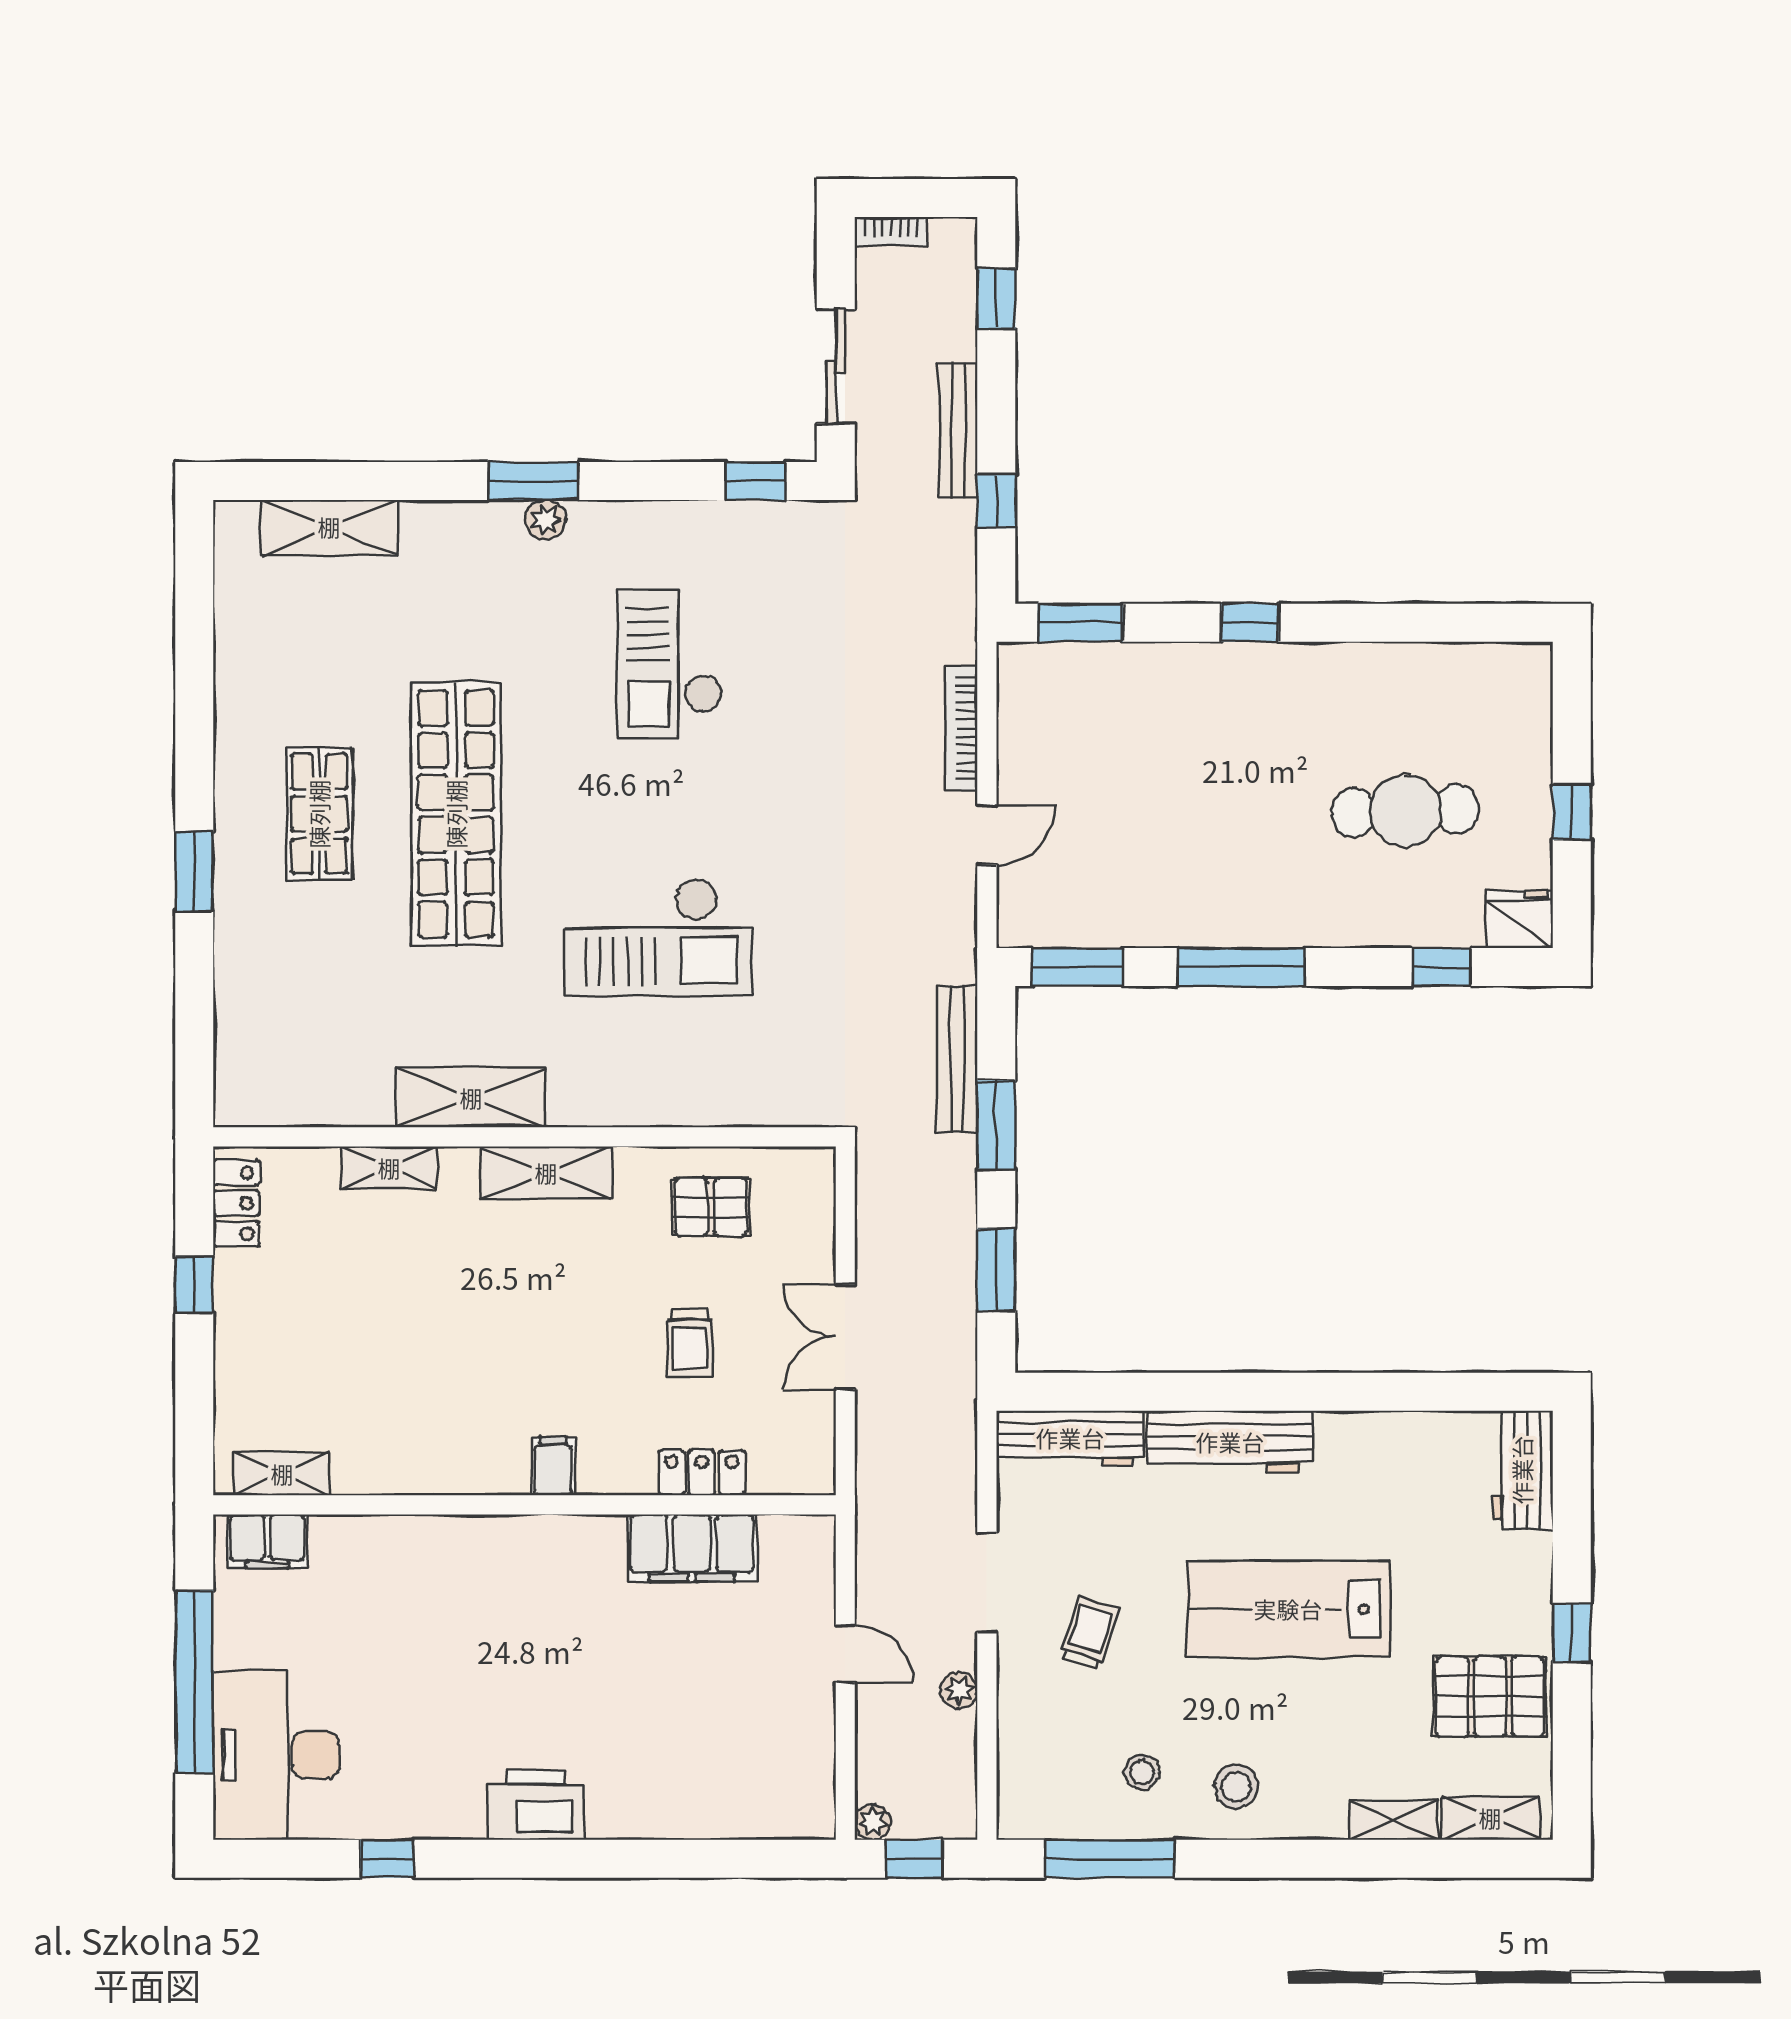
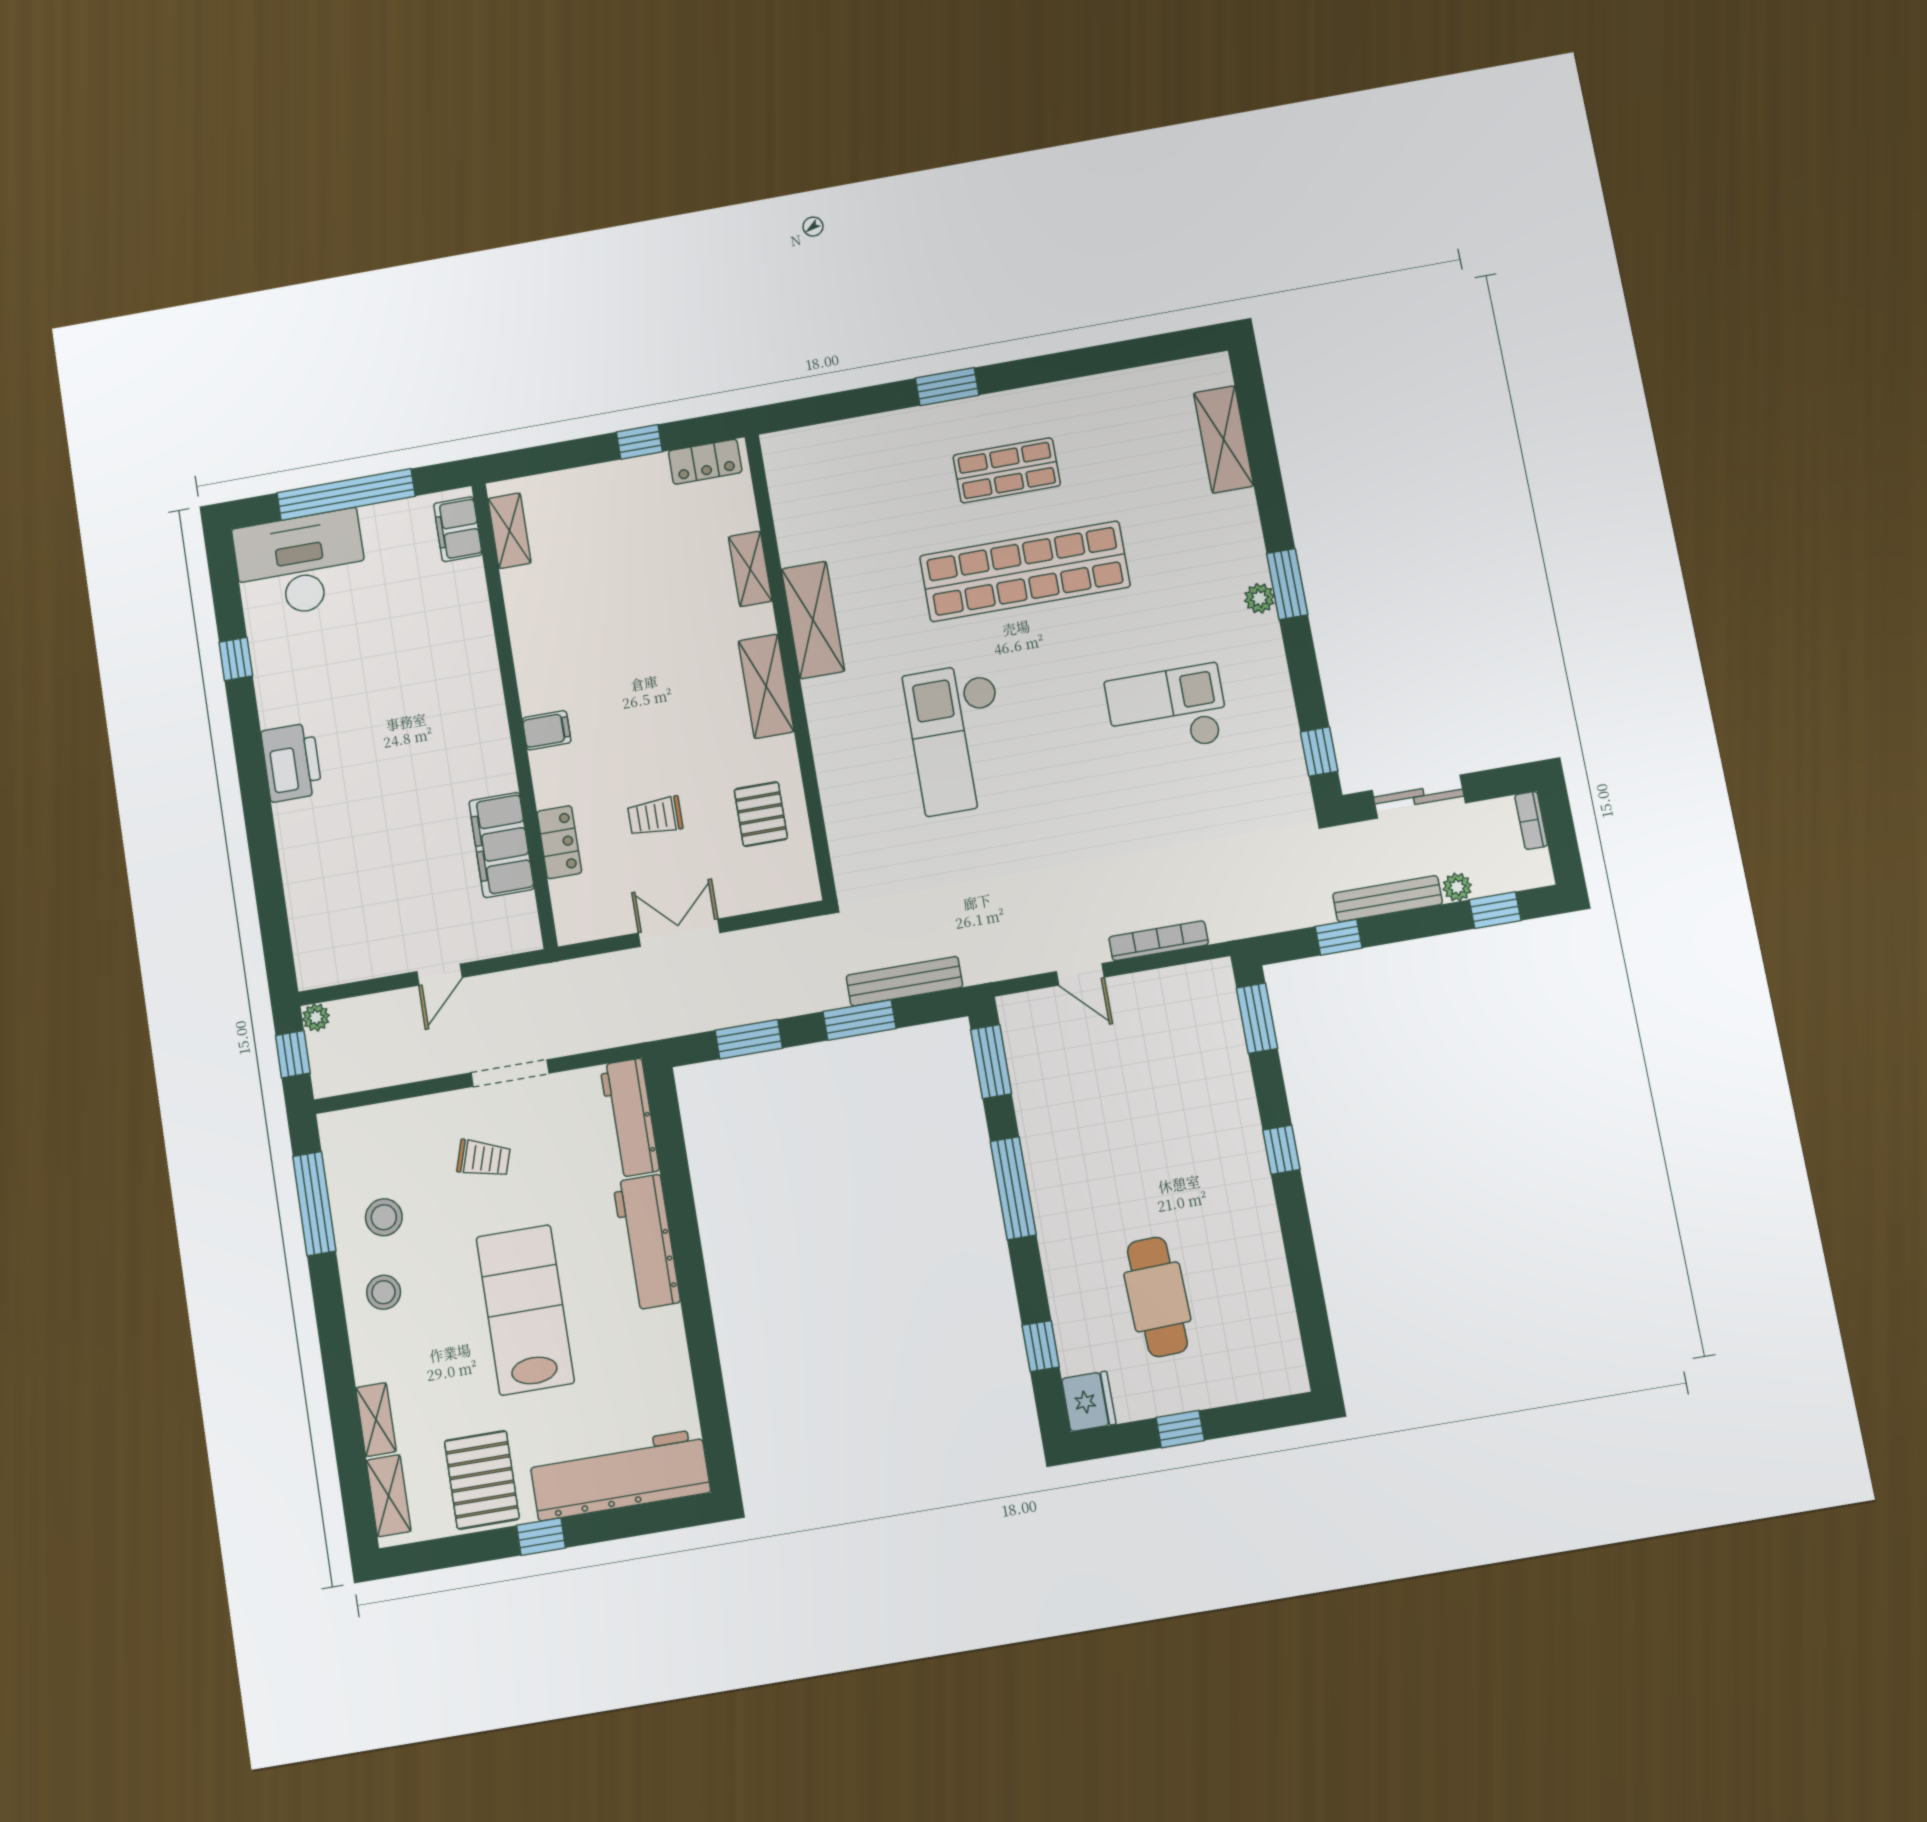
workbench: (1522, 1470) -> (620, 1475), width x1.88, depth x1.32
plant: (959, 1690) -> (1457, 887), moved
stool: (1142, 1772) -> (384, 1217), width x1.37, depth x1.37

